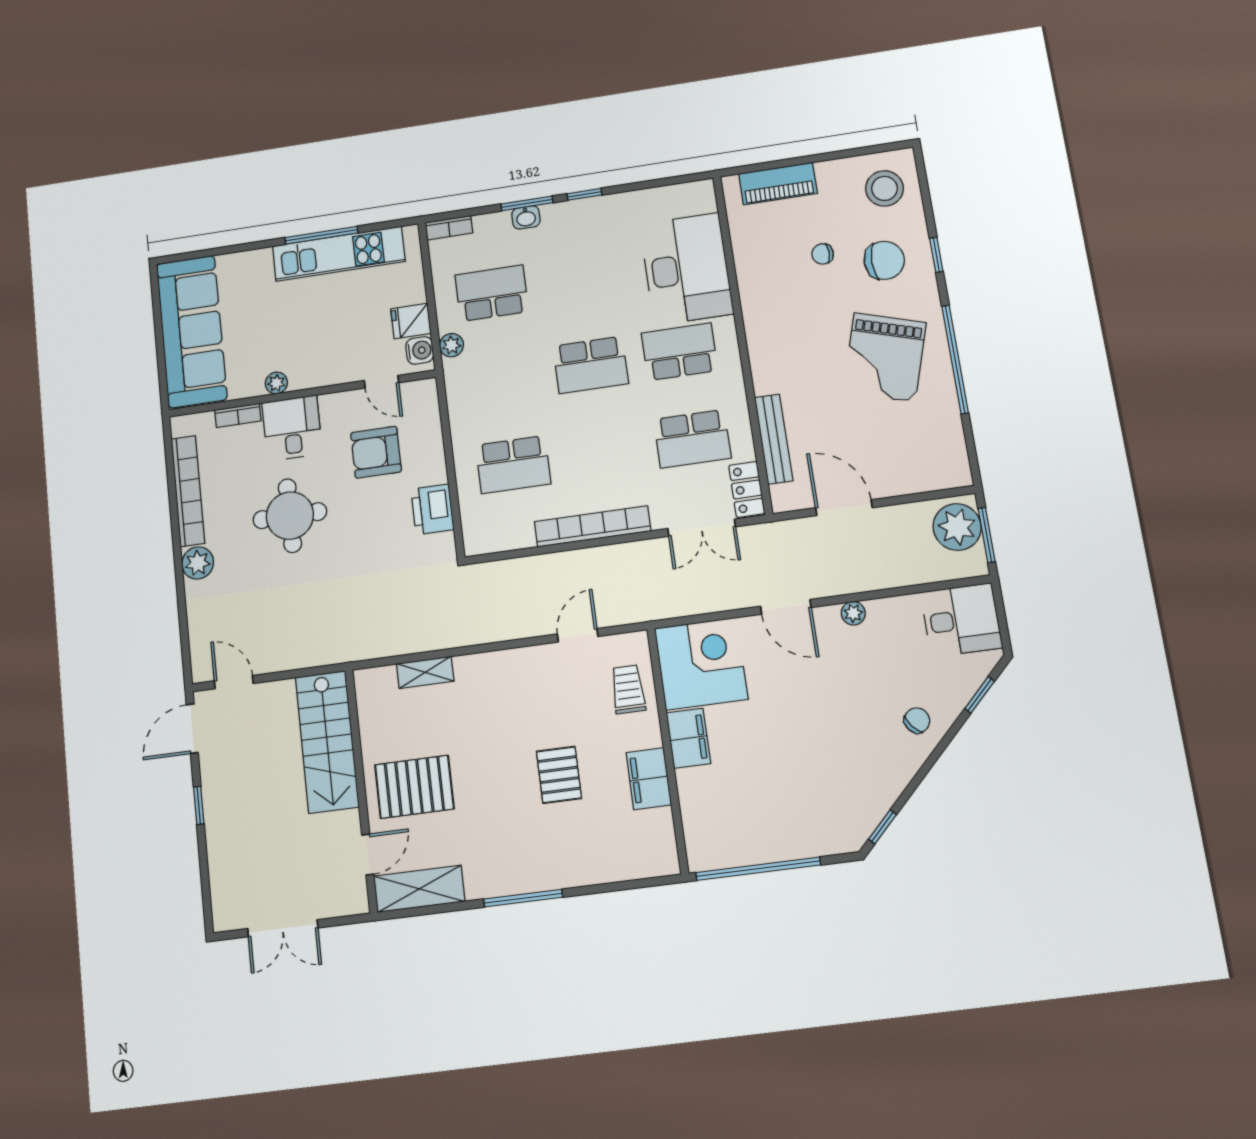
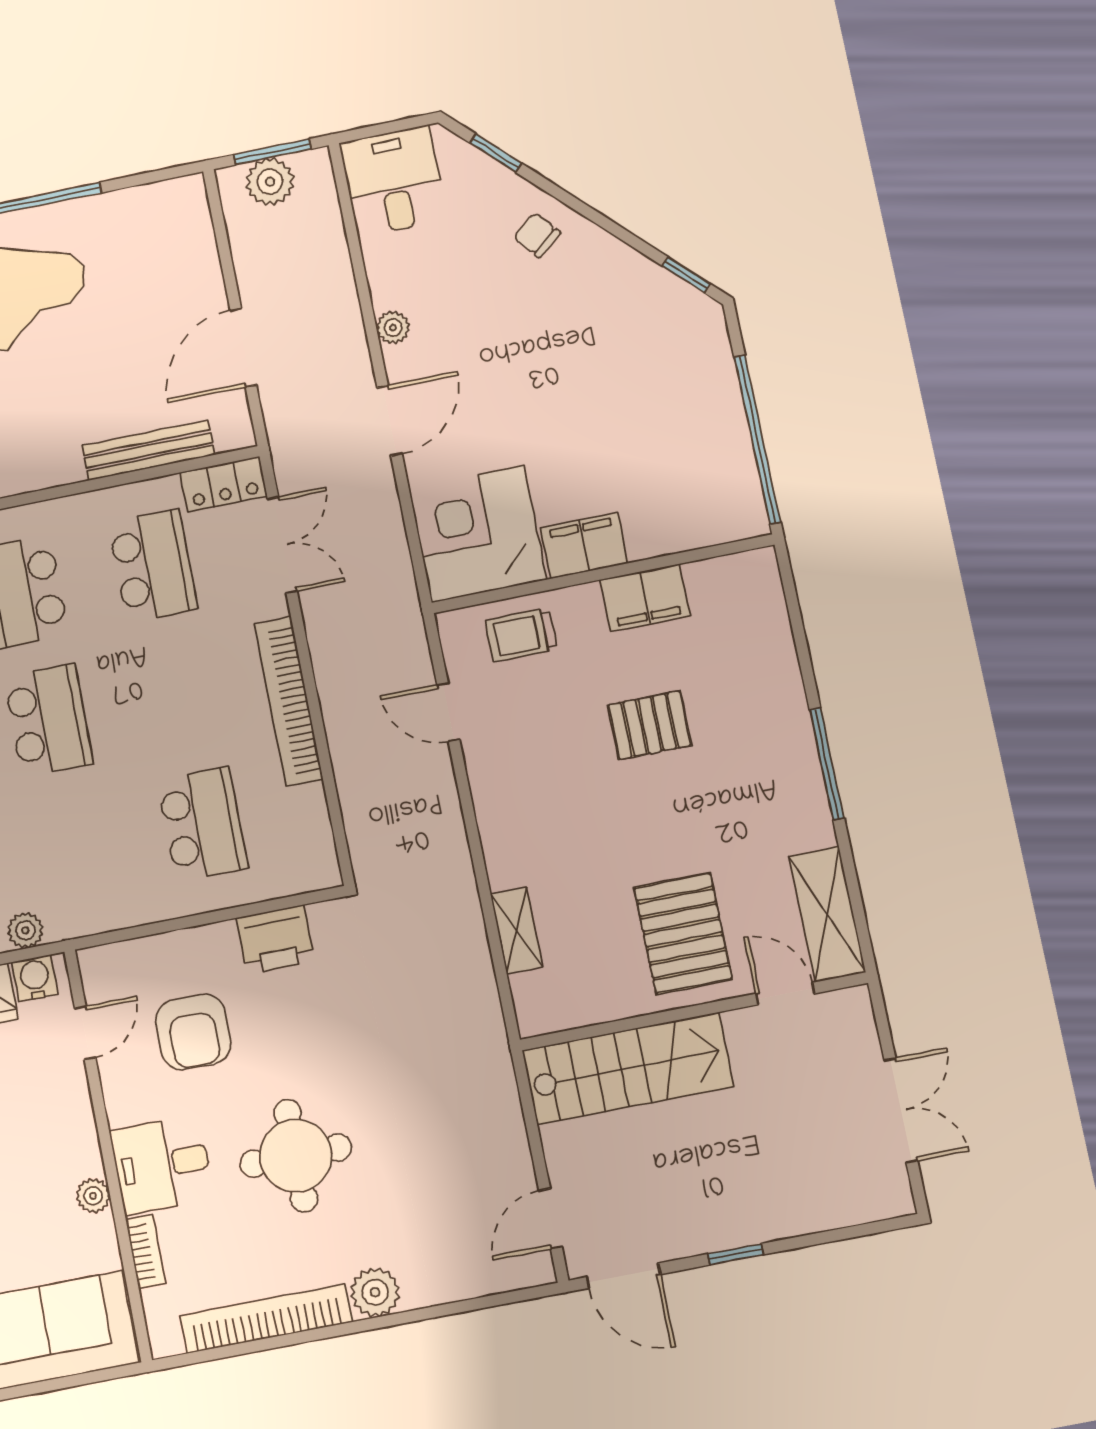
plant: (957, 527) -> (270, 182), width x0.73, depth x0.73

